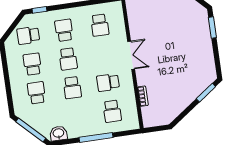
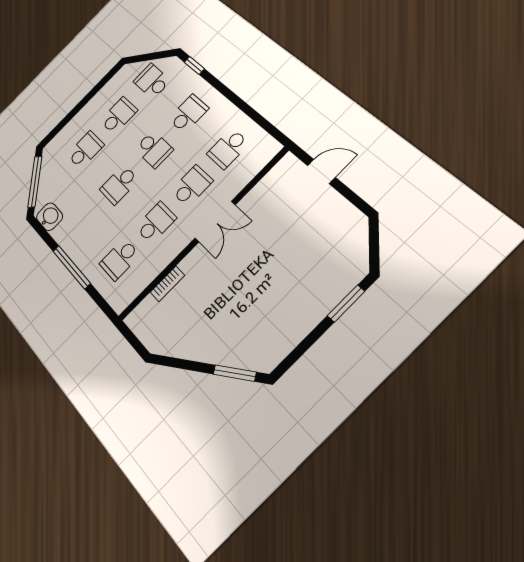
school desk: (104, 54) -> (192, 186), added
school desk: (68, 59) -> (154, 149), turned -90
school desk: (108, 82) -> (156, 223), turned 90

